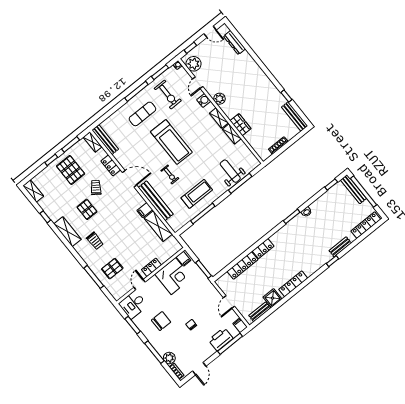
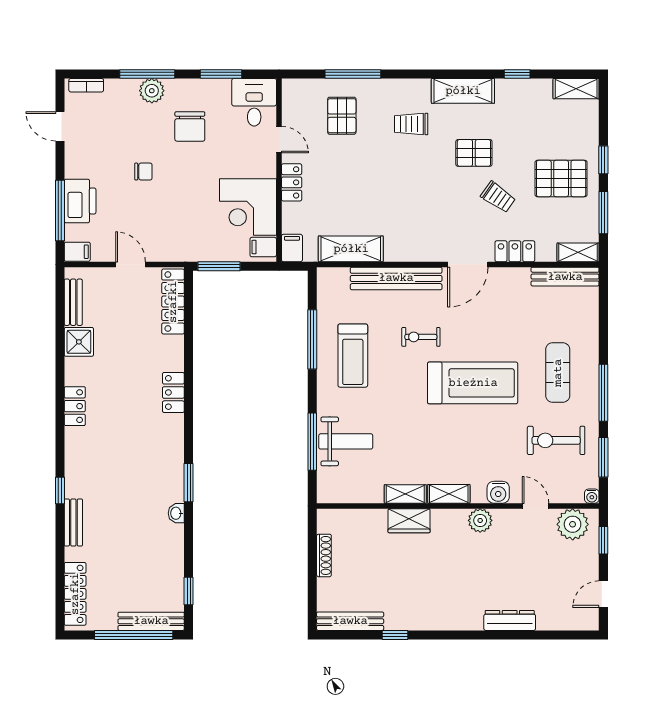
dresser: (235, 43) -> (510, 620), moved
treadmill: (171, 142) -> (473, 383), turned 180
filing cabinet: (145, 210) -> (292, 248), moved
locker: (242, 265) -> (173, 302), moved
locker: (293, 284) -> (75, 406), width x0.66
plant: (169, 358) -> (152, 91), moved

